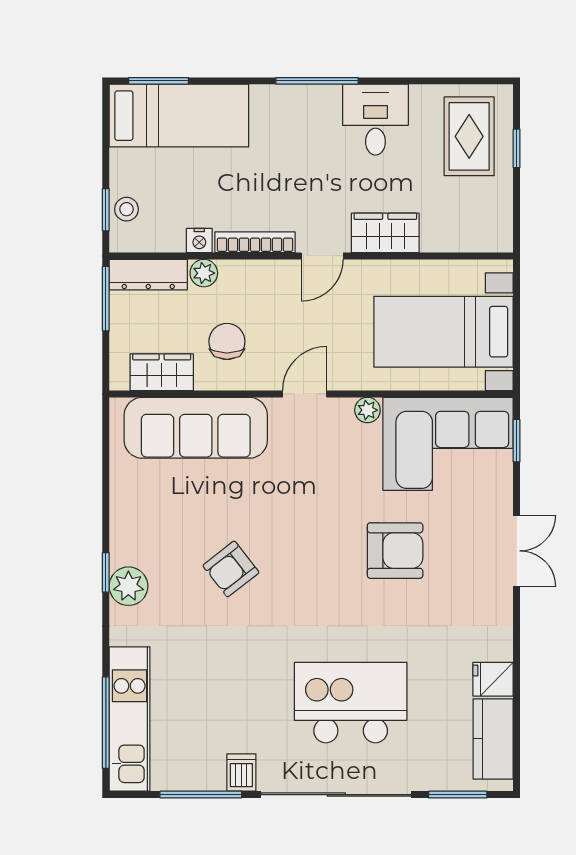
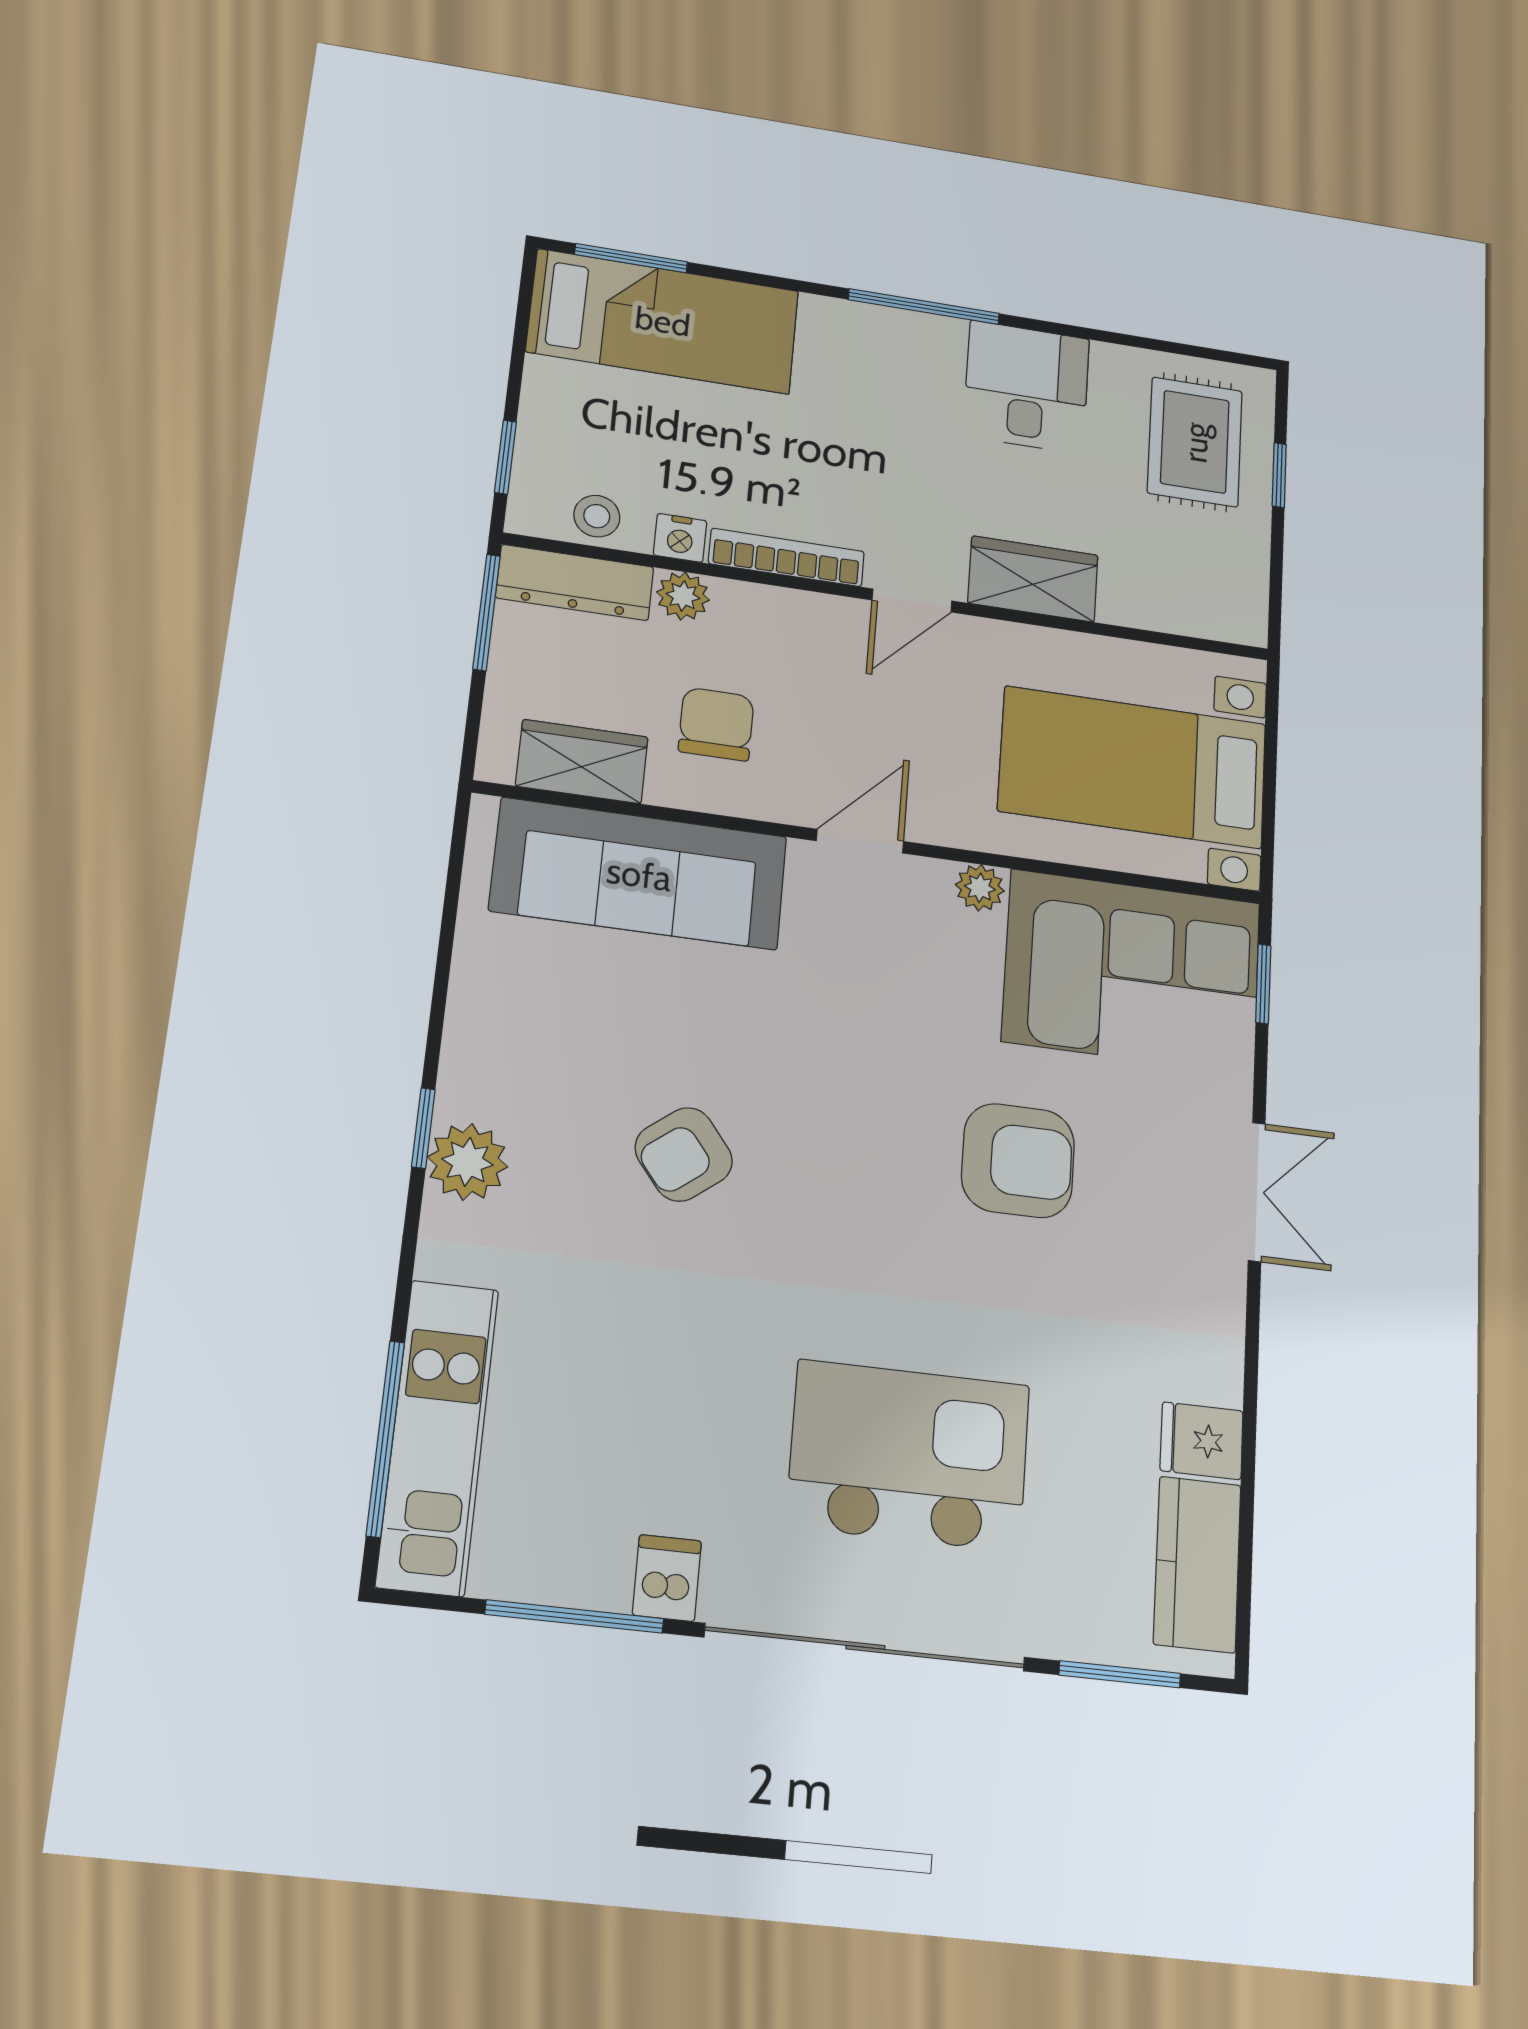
stool: (126, 209) -> (597, 516), moved

